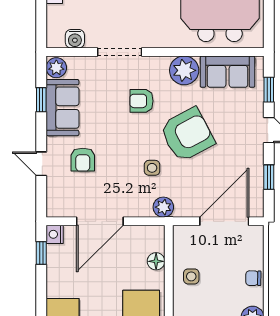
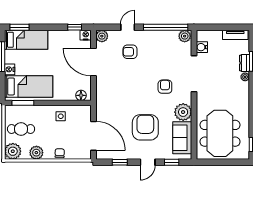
doorway: (120, 52) -> (194, 74), width x1.36
window: (41, 100) -> (166, 27), width x3.17
sofa: (62, 108) -> (161, 40), removed
armchair: (187, 135) -> (145, 127), moved, turned -152
side table: (152, 168) -> (125, 93), removed
plant: (163, 207) -> (102, 36), moved
floor lamp: (156, 261) -> (81, 95), moved

